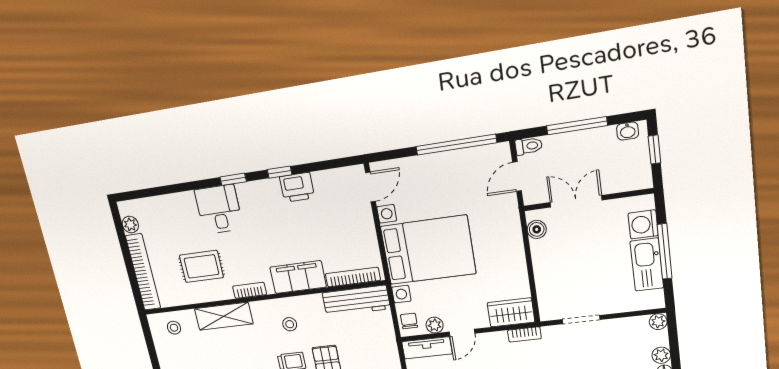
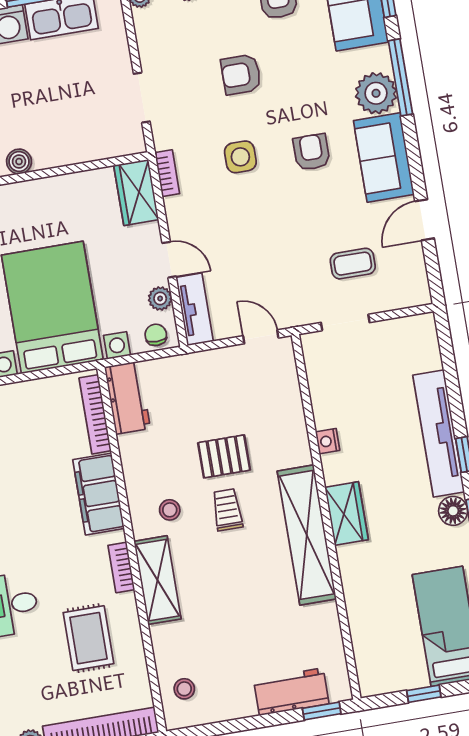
workbench: (356, 301) -> (127, 398), width x0.73
shelving: (224, 316) -> (157, 580), moved
chair: (409, 321) -> (156, 335), turned 90

